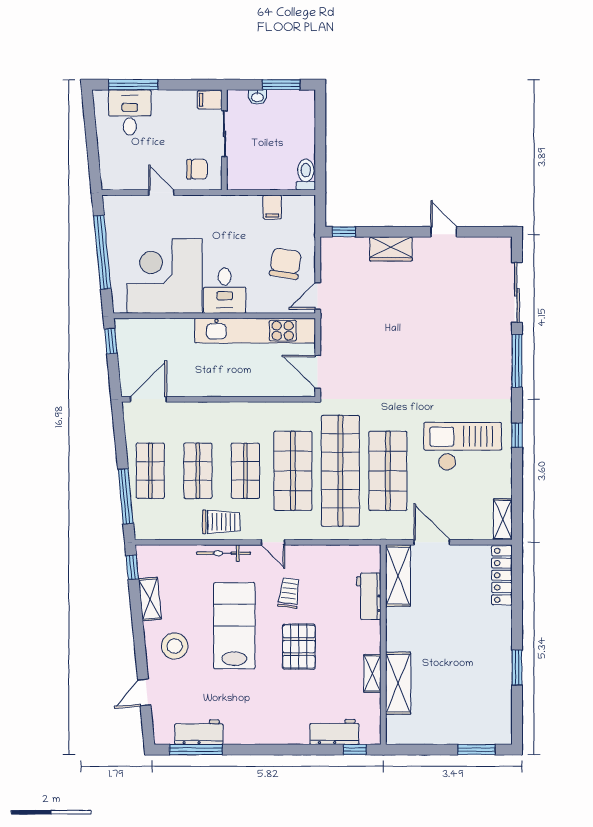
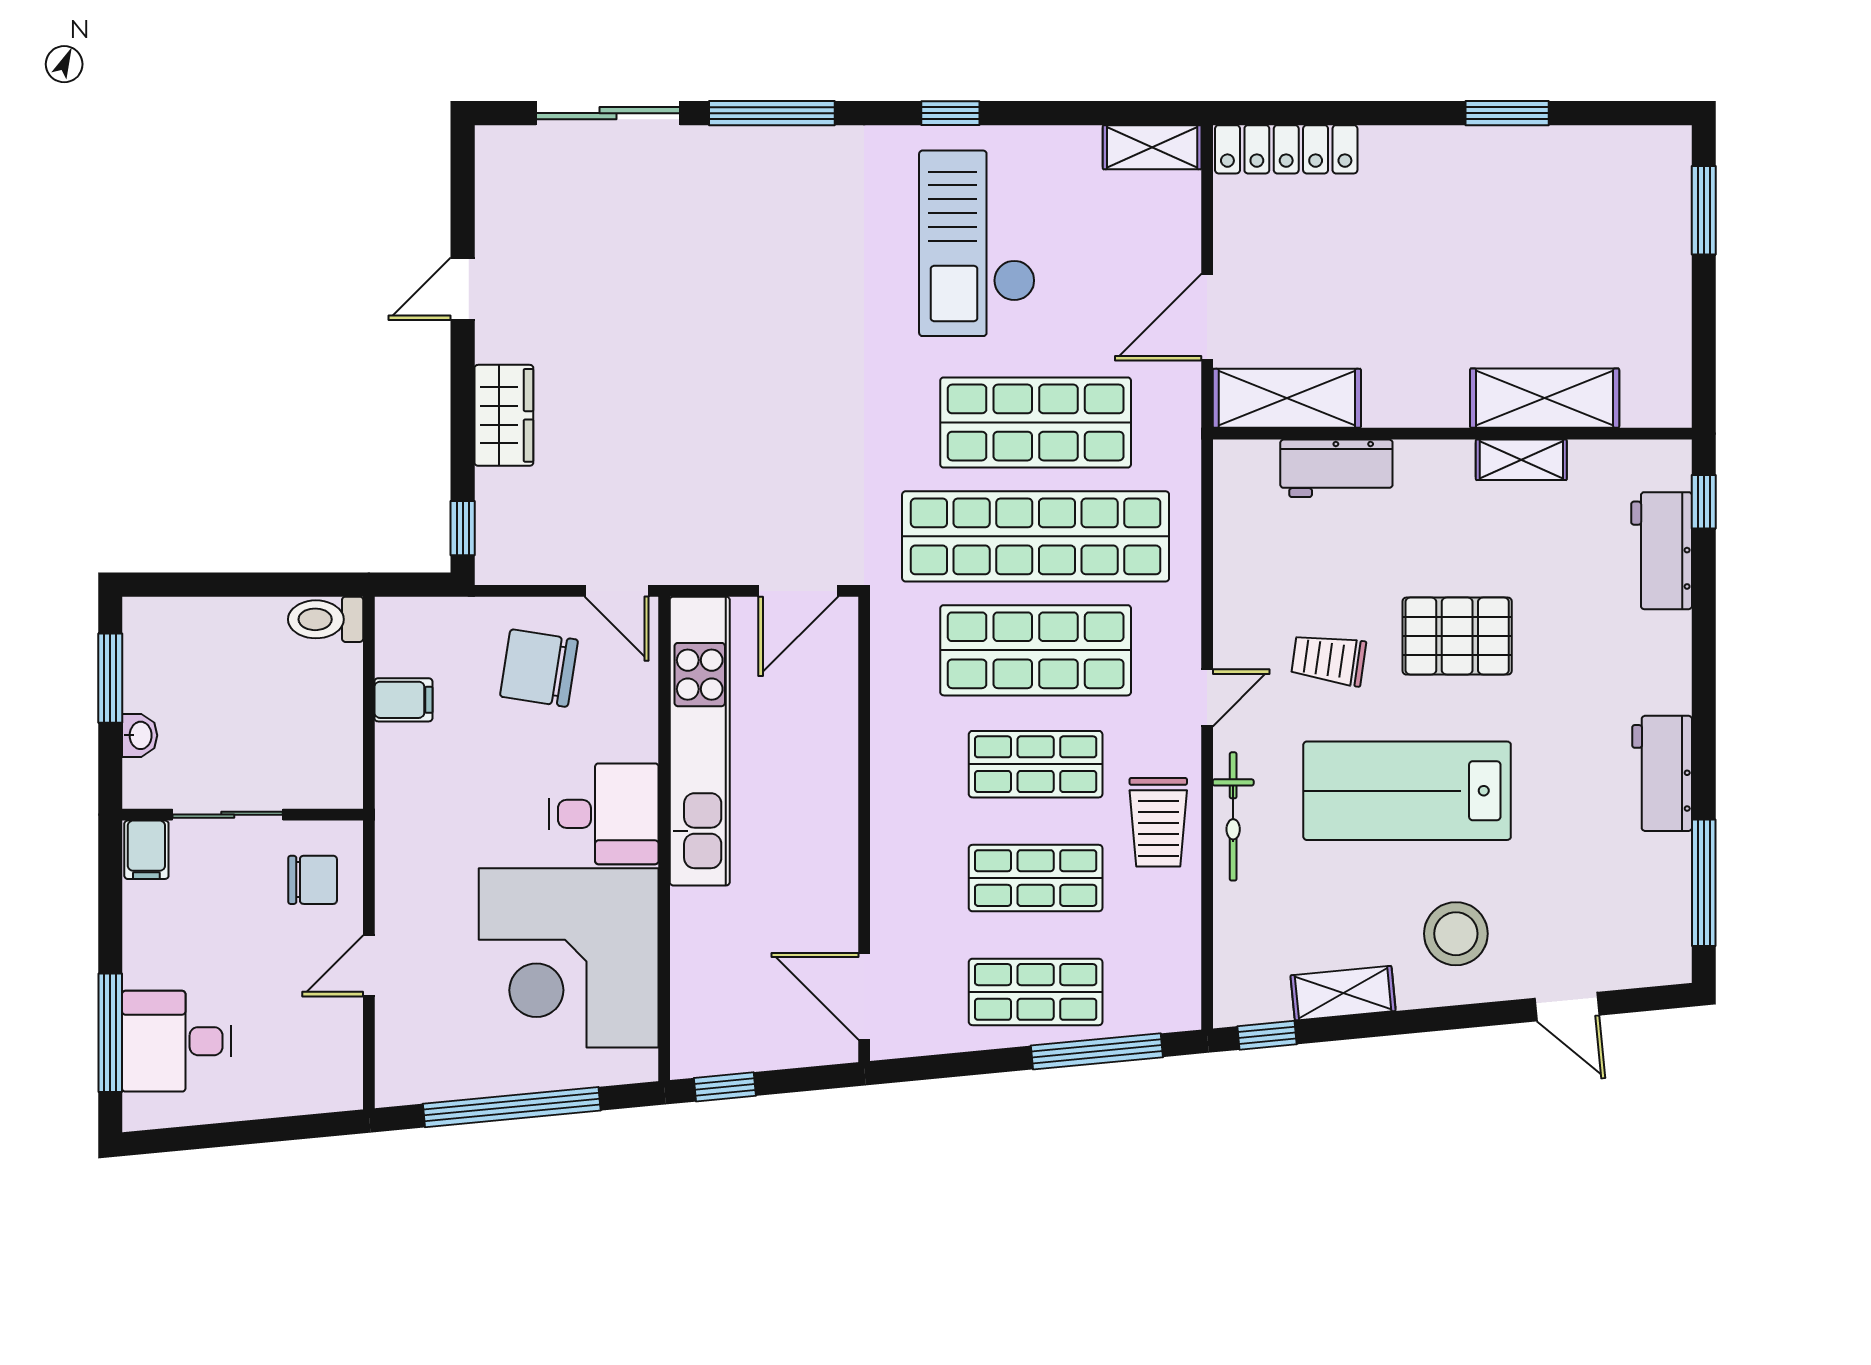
chair: (197, 169) -> (313, 880), turned 90
trolley: (221, 522) -> (1158, 822), turned 180
workbench: (199, 732) -> (1662, 773), moved

